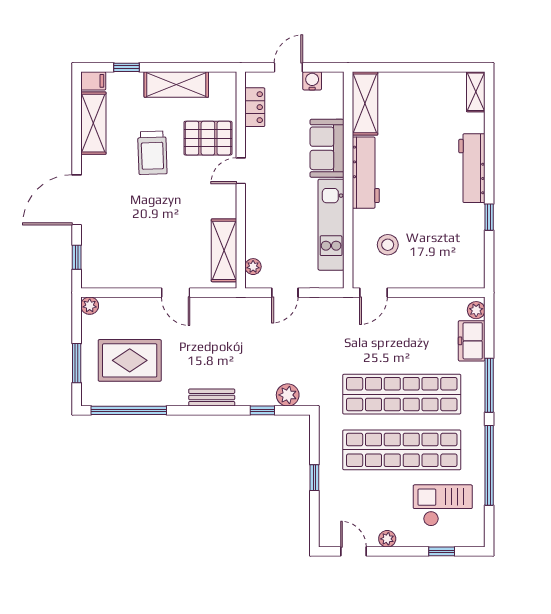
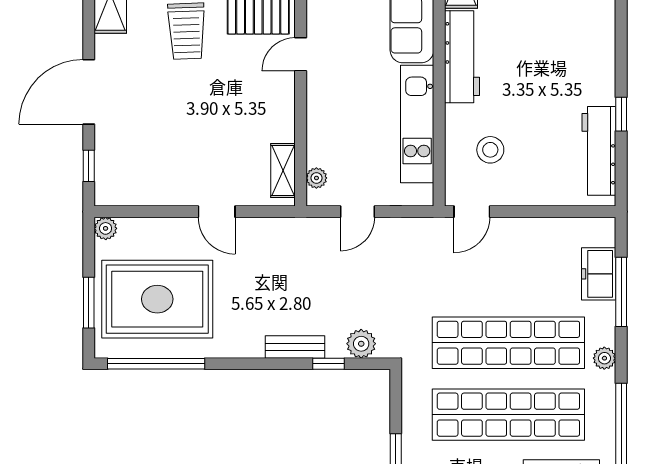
workbench: (472, 168) -> (599, 151), moved
shelving: (224, 250) -> (283, 171), width x0.67, depth x0.75
plant: (476, 310) -> (604, 358), moved
rug: (130, 360) -> (157, 299), width x1.37, depth x1.44
window: (489, 385) -> (621, 292), moved
bench: (212, 397) -> (295, 347), moved

